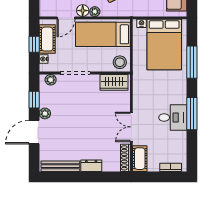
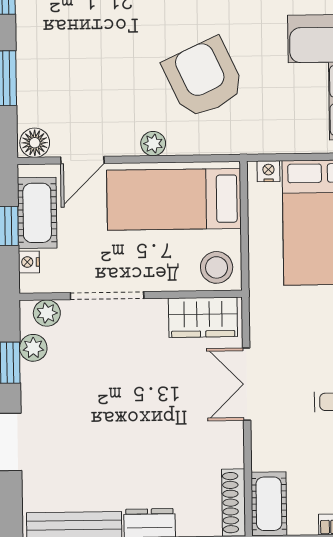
floor lamp: (83, 11) -> (35, 143), moved
plant: (45, 113) -> (33, 348), moved
double door: (131, 127) -> (247, 384), moved

